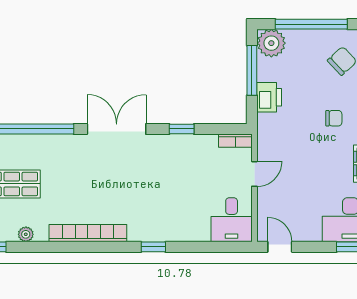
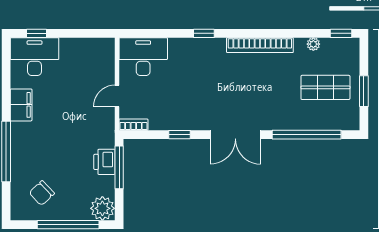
window: (252, 70) -> (119, 167), moved
chair: (334, 118) -> (49, 144), removed
desk: (232, 220) -> (143, 57), width x1.37
door: (280, 247) -> (95, 33), removed

